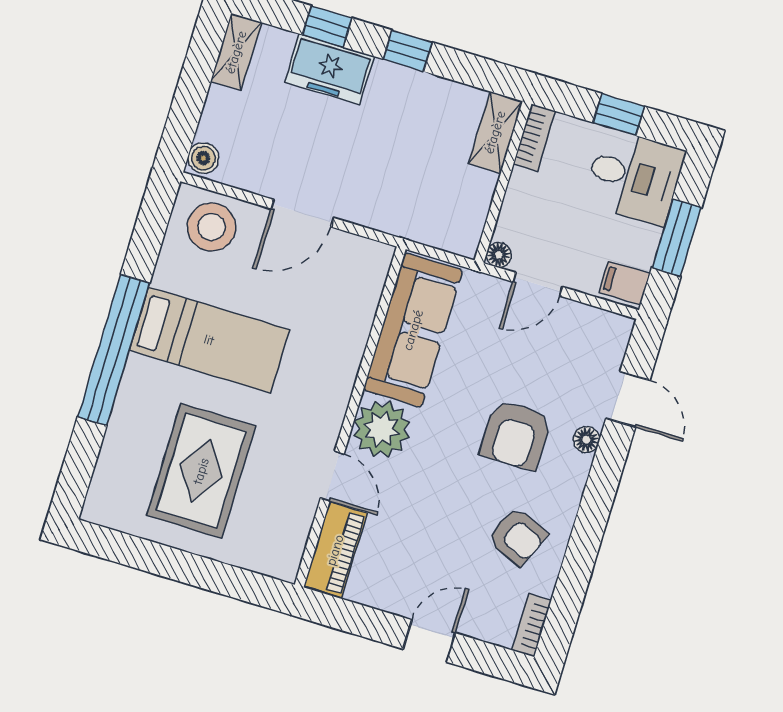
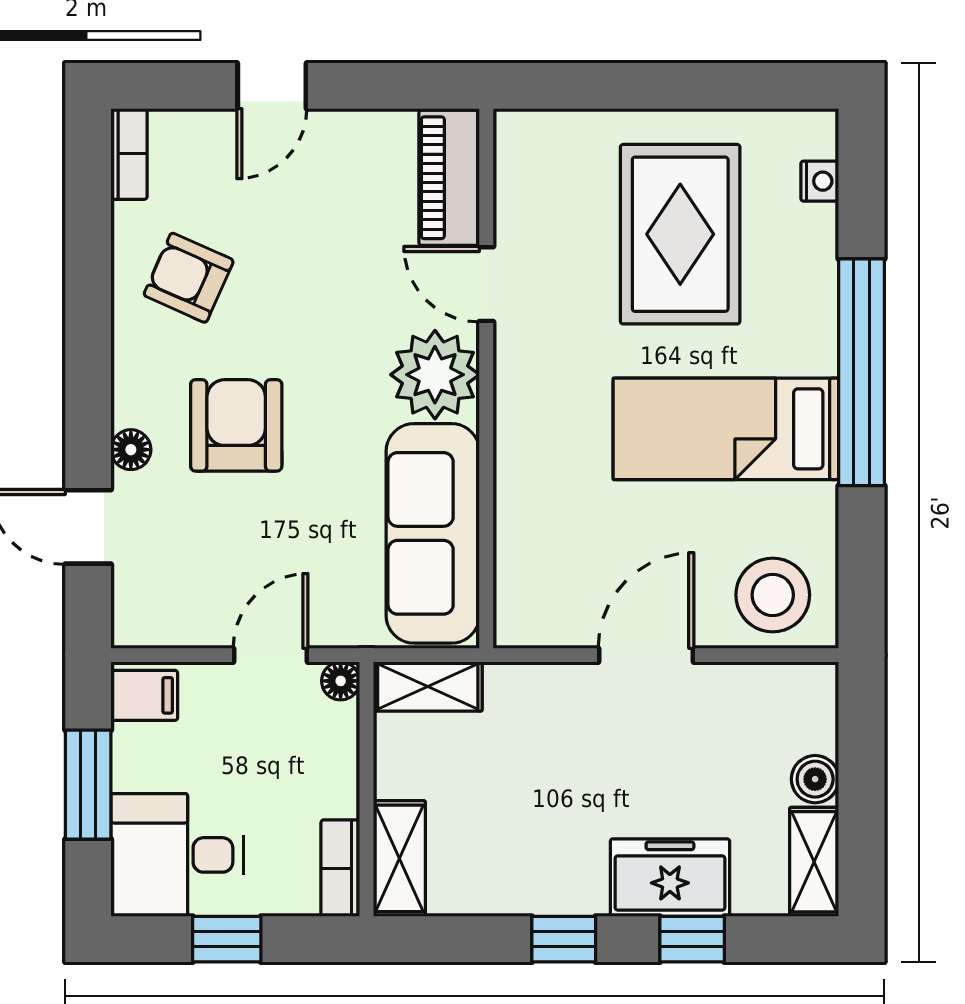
boiler: (203, 158) -> (815, 779), moved
shelving: (445, 235) -> (428, 686), added
nightstand: (104, 478) -> (820, 181), added

